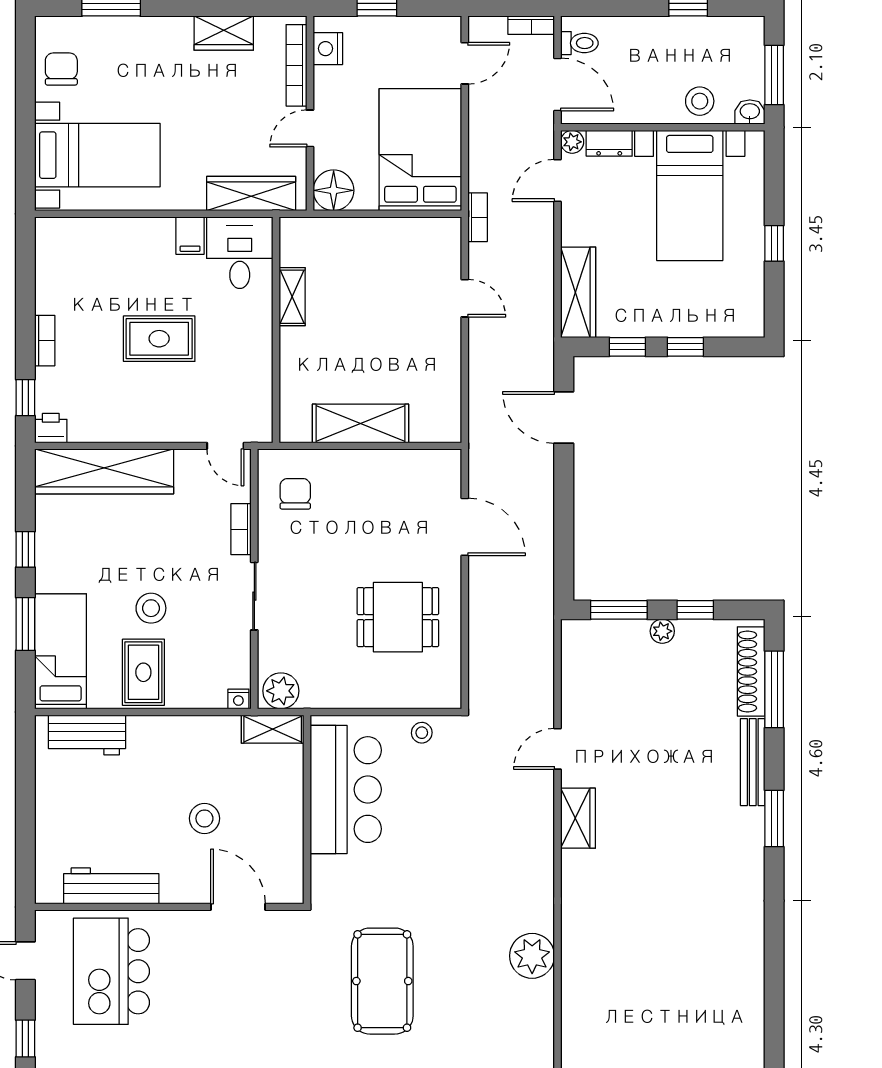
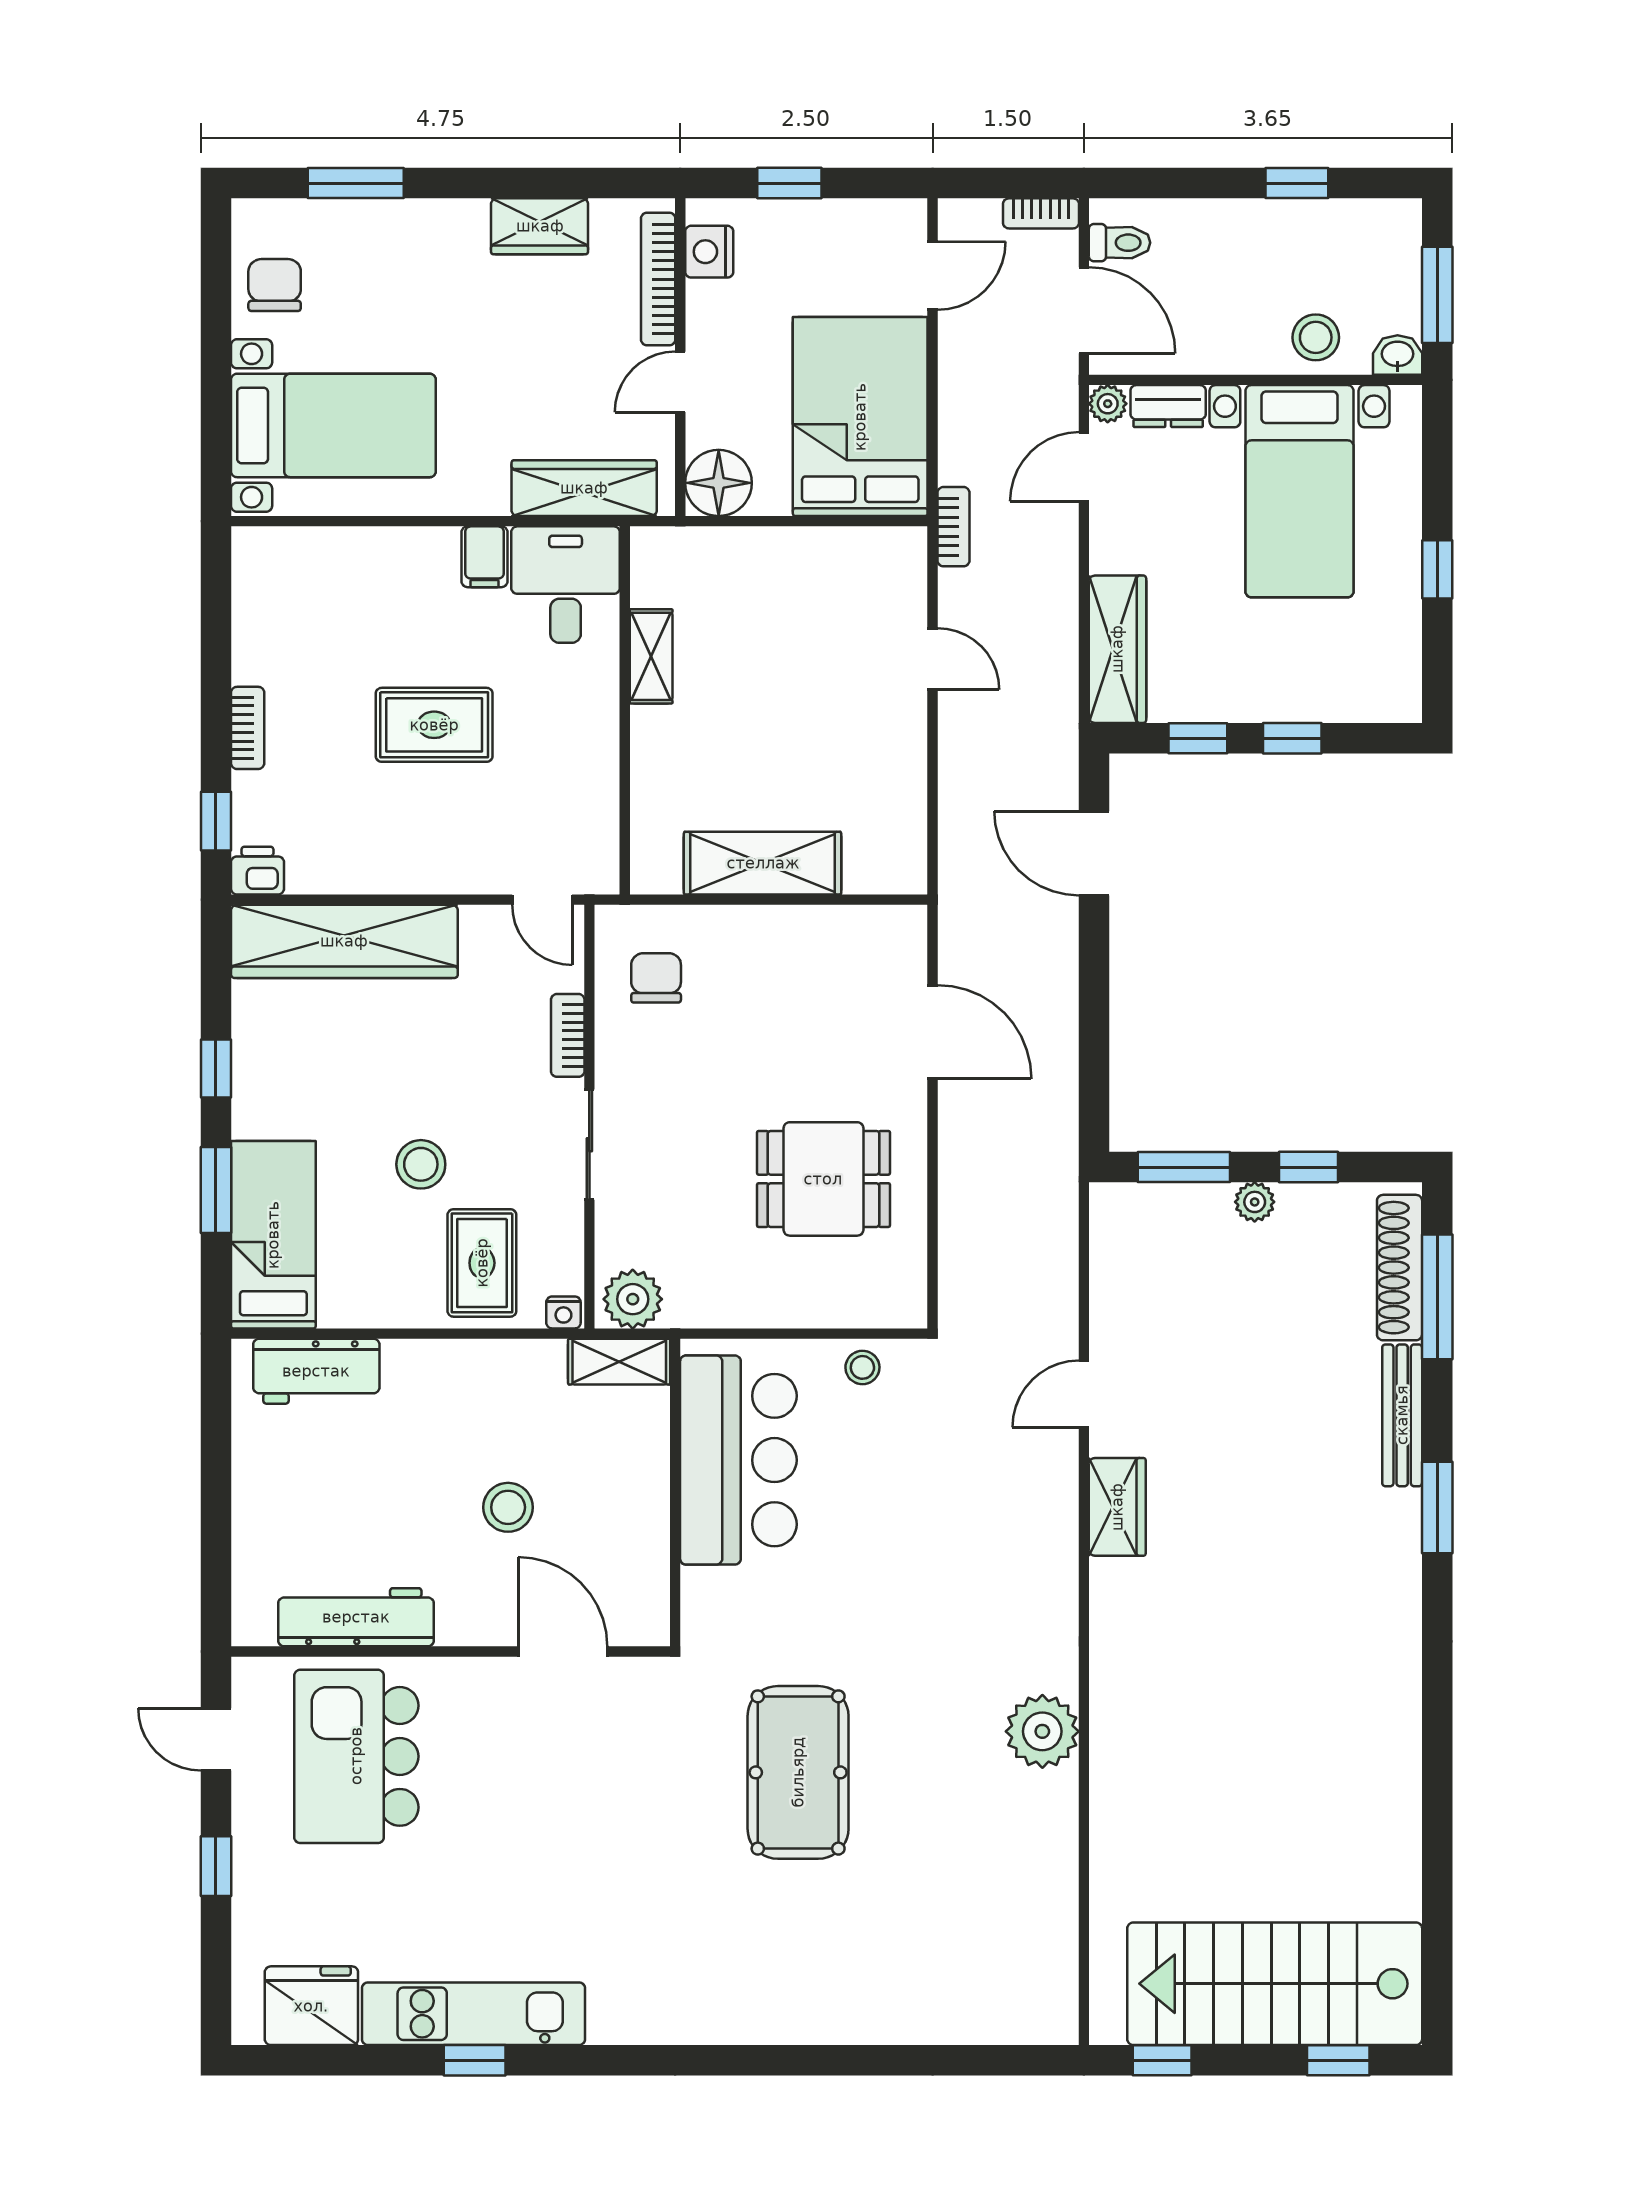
rug: (143, 672) -> (482, 1263), moved

